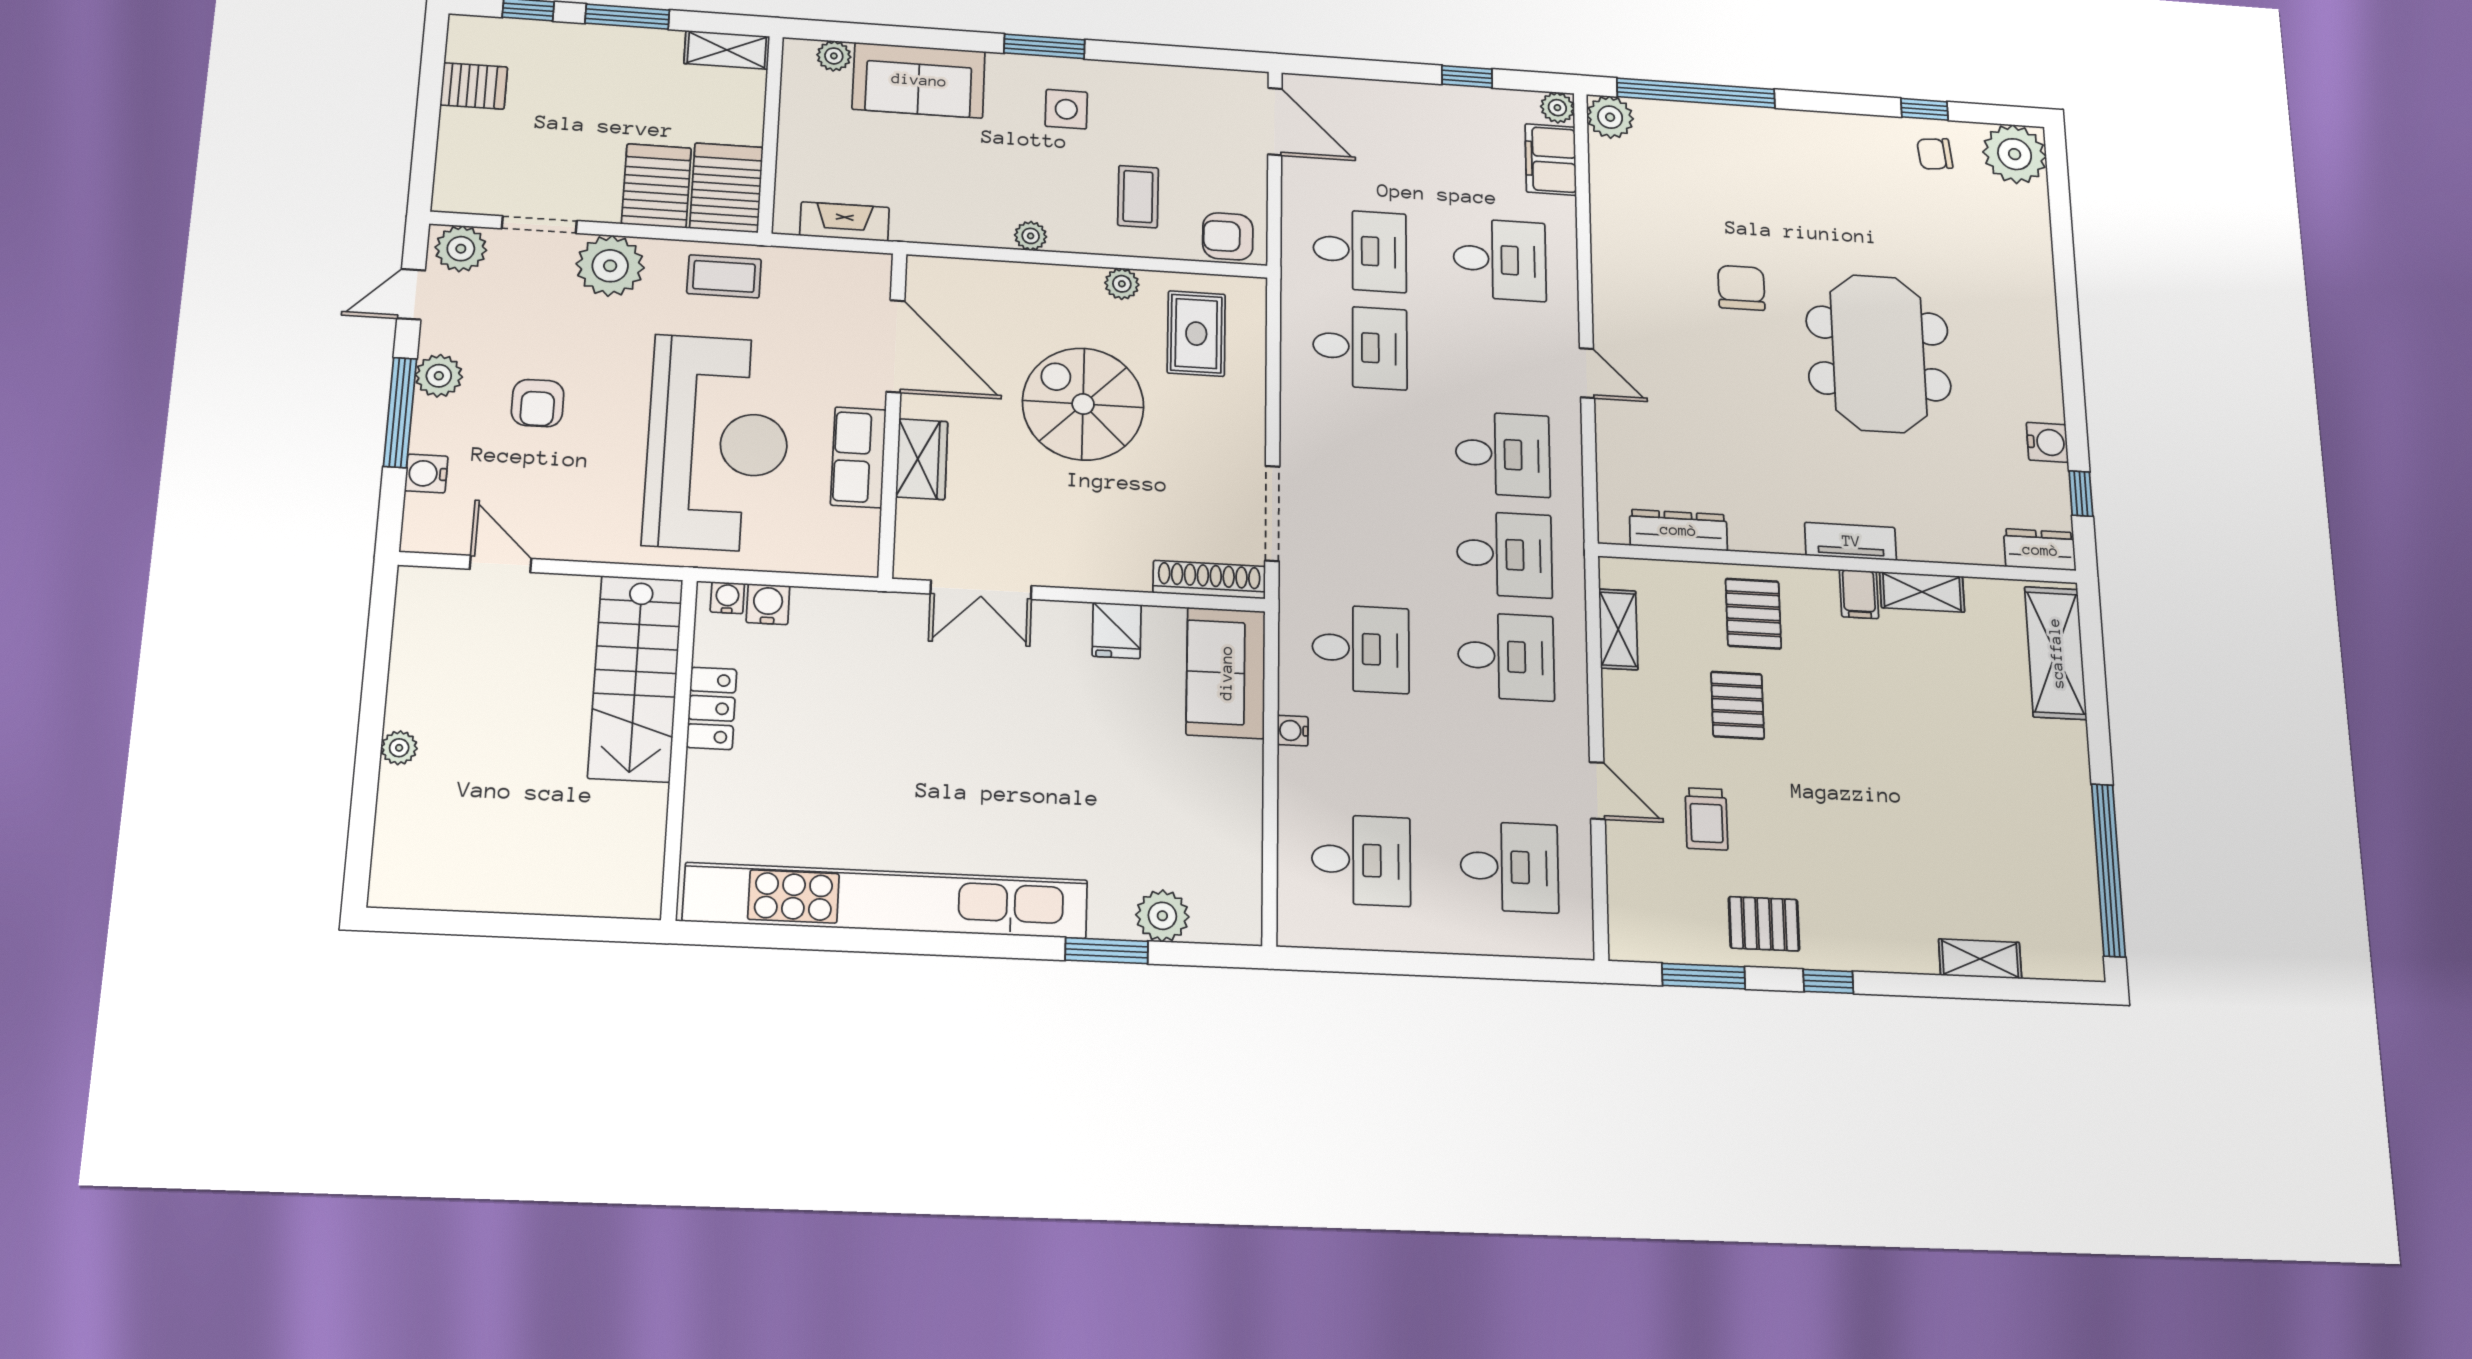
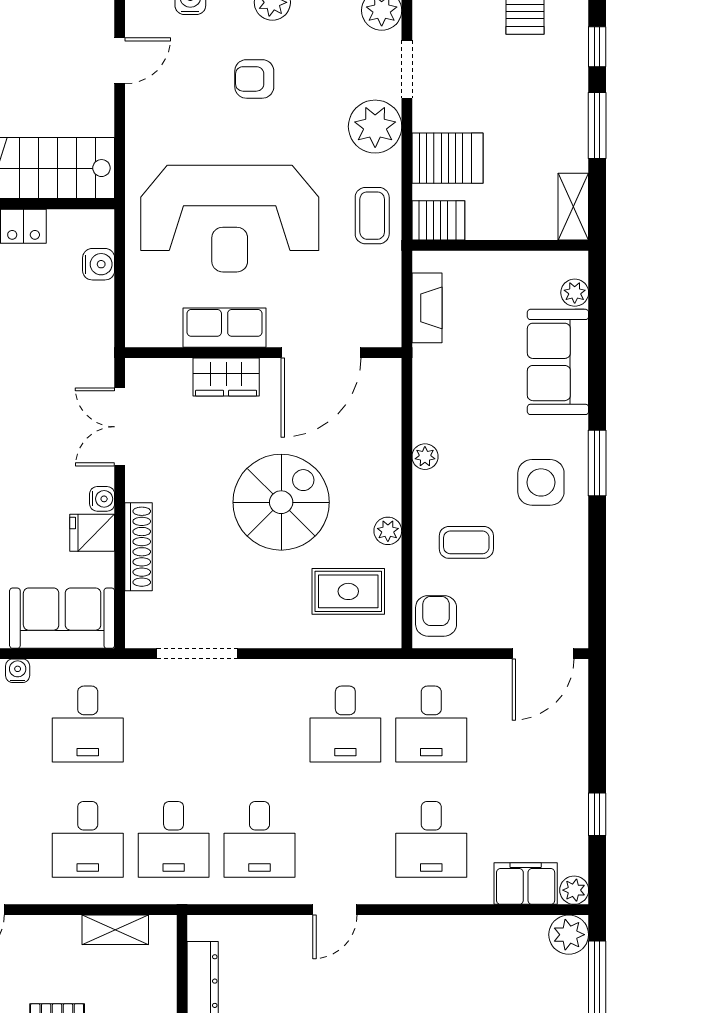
side table: (1066, 109) -> (541, 482), width x1.37, depth x1.37
server rack: (726, 188) -> (438, 220), width x0.73, depth x0.70
shoe rack: (1209, 580) -> (138, 547), moved
water cooler: (727, 598) -> (102, 499), moved

